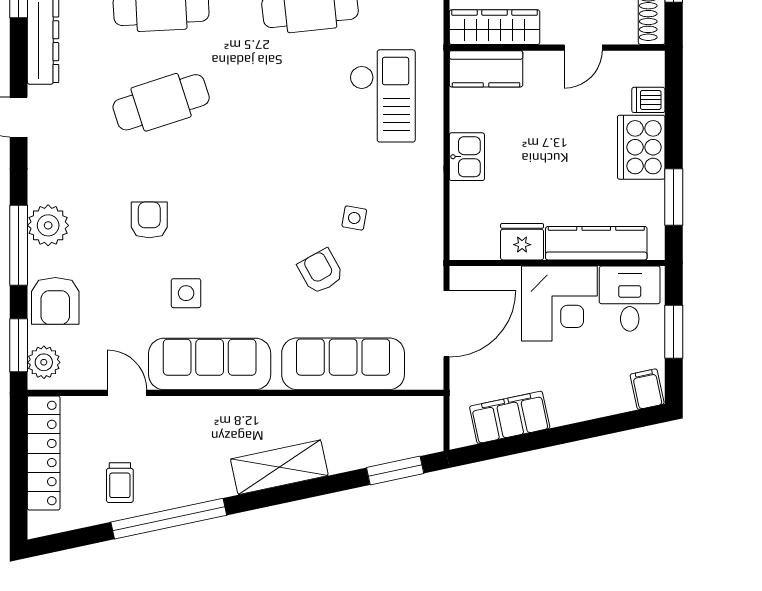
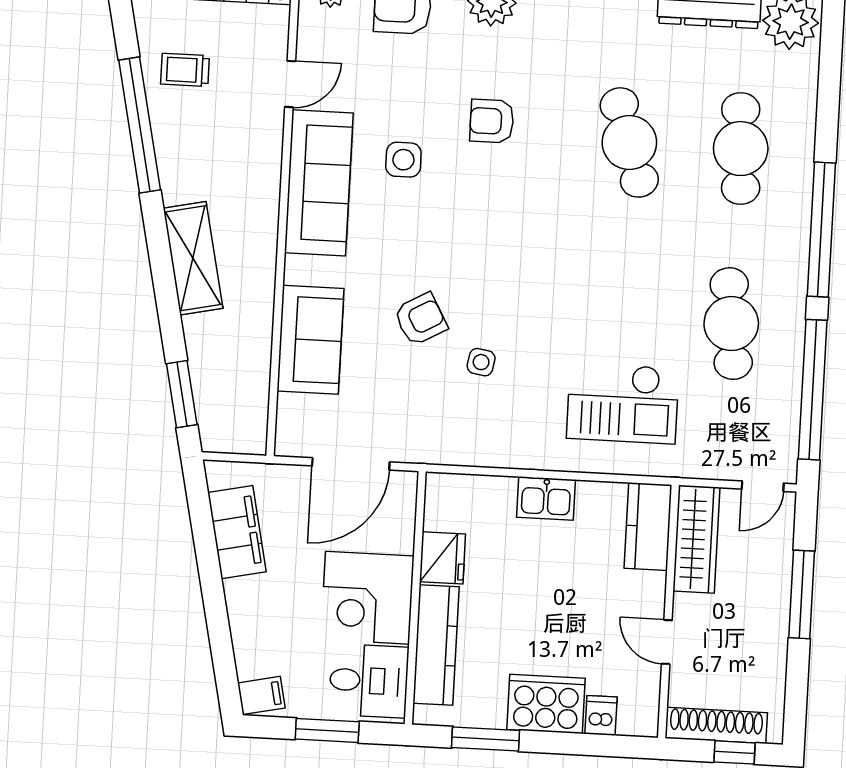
armchair: (149, 220) -> (492, 121), turned 180
door: (447, 324) -> (351, 464), hinge flipped
sofa: (343, 364) -> (310, 340), width x0.73

